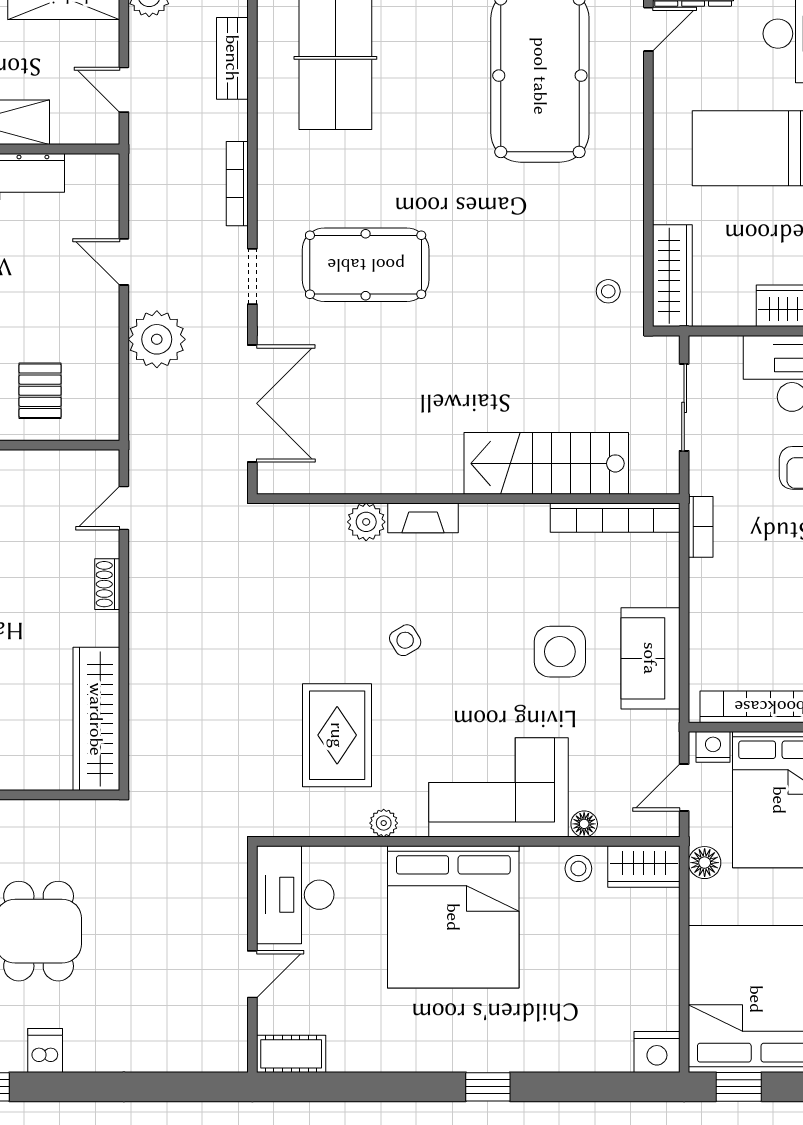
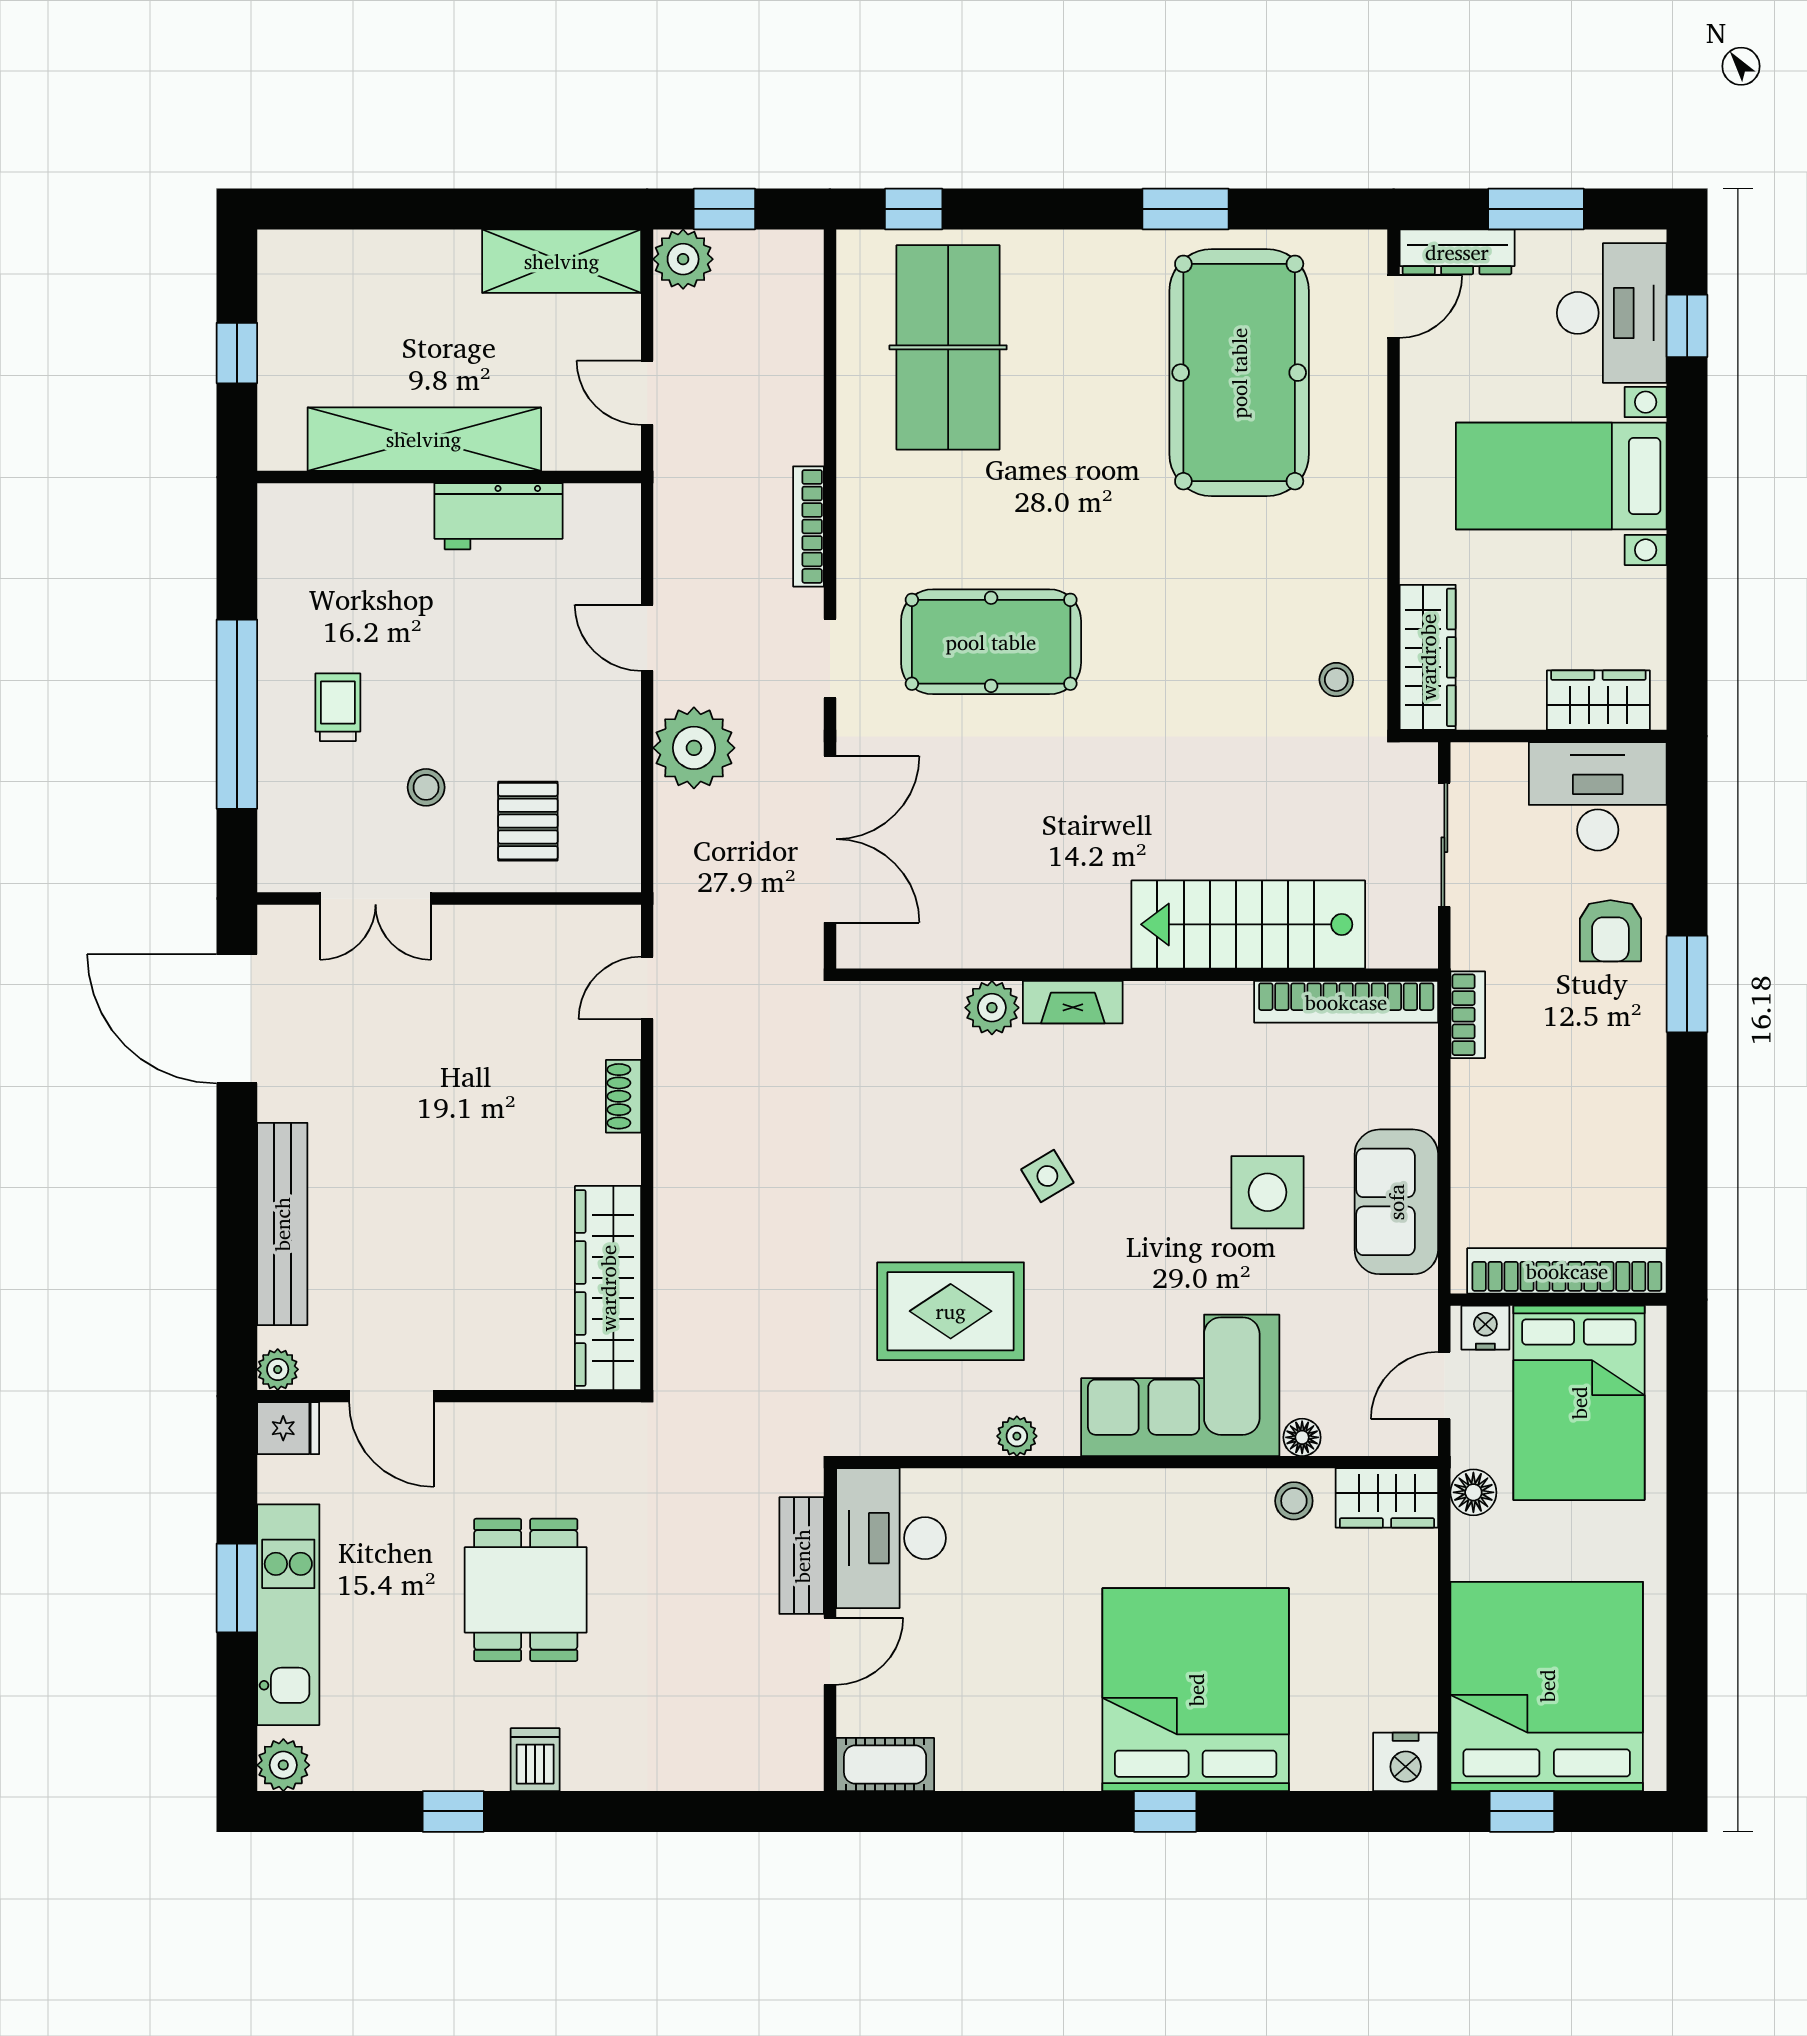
bench: (232, 58) -> (802, 1556), moved
rug: (337, 735) -> (951, 1311), turned 90
bed: (453, 917) -> (1196, 1690), moved, turned 180

